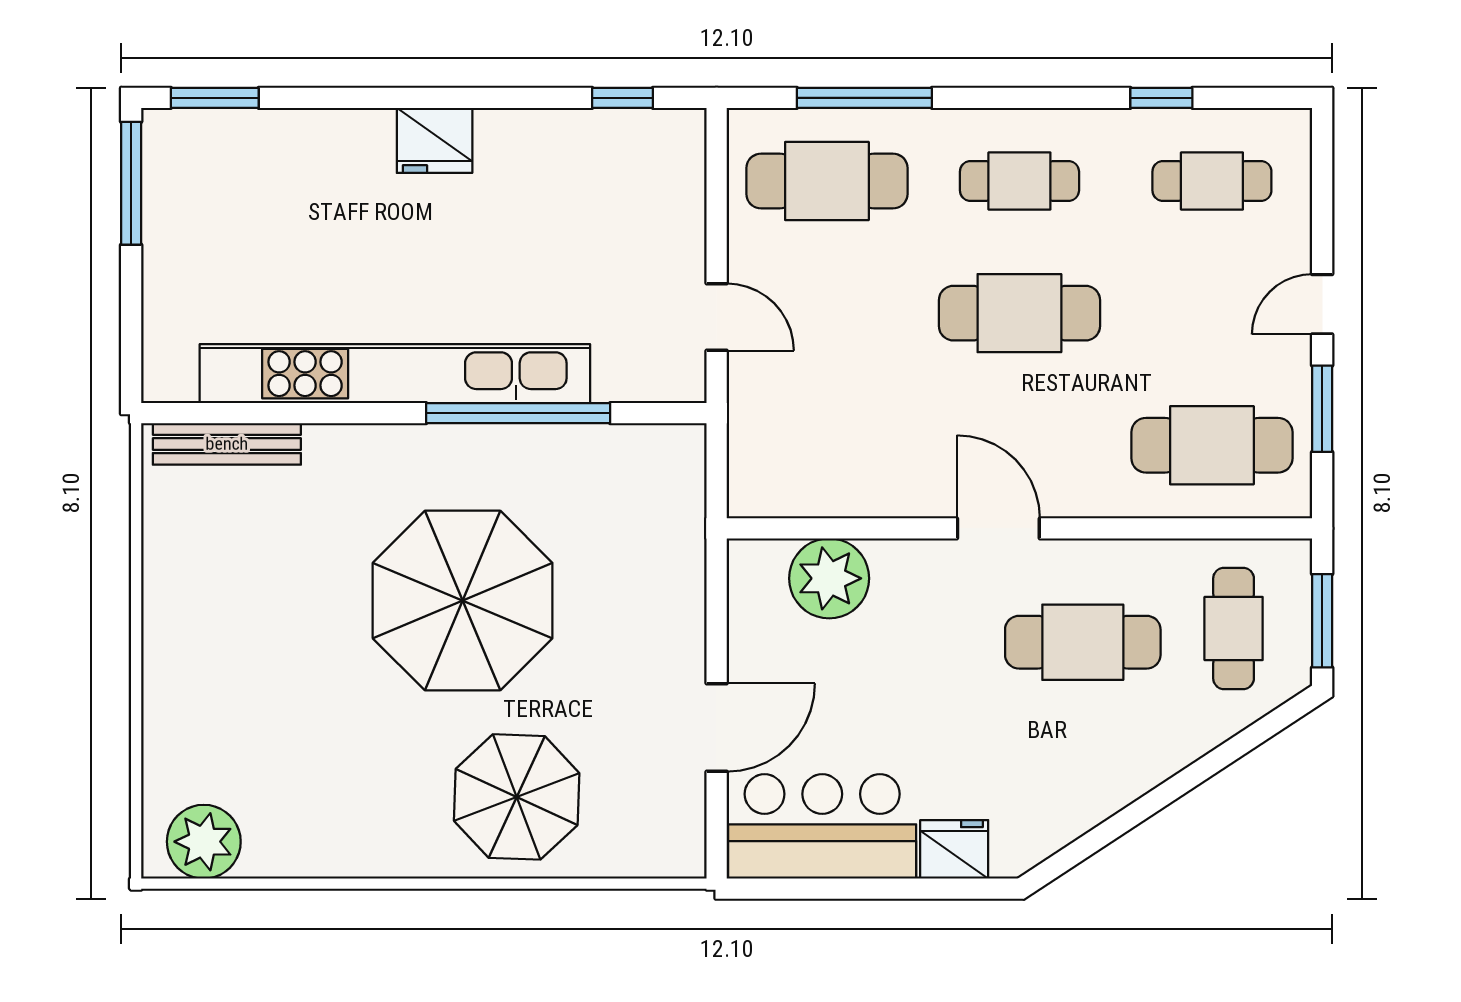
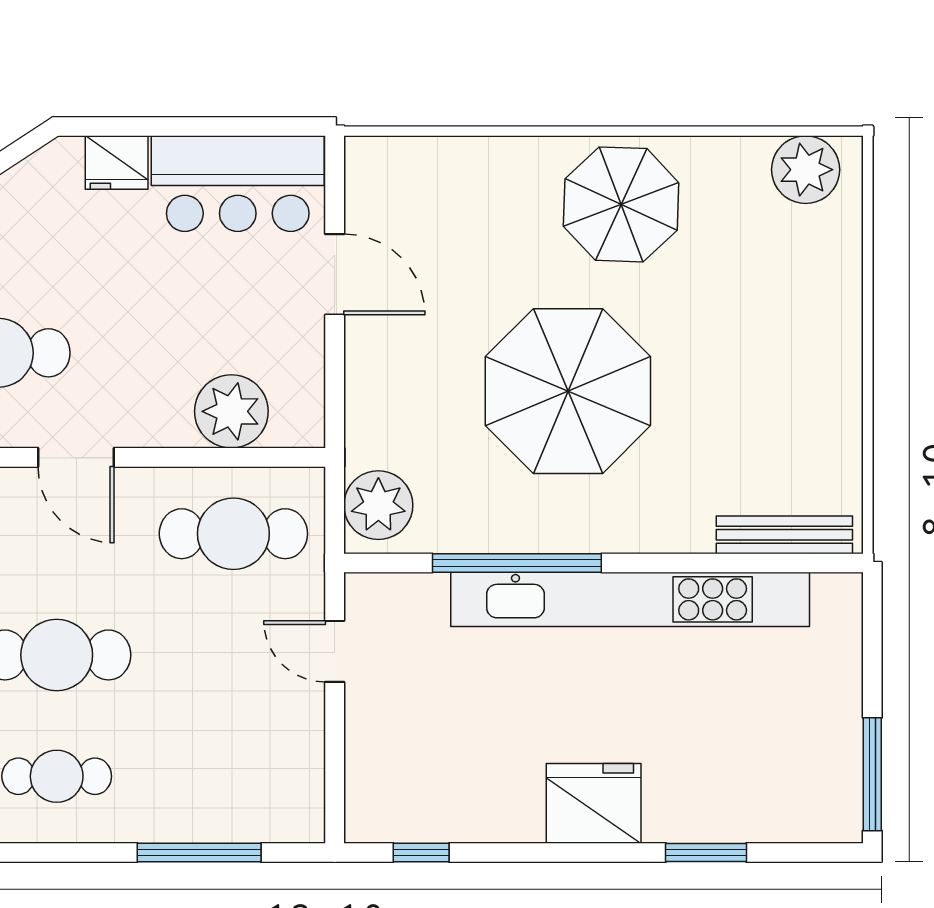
window: (215, 98) -> (706, 853), moved
fridge: (435, 140) -> (594, 803), width x1.36, depth x1.34
cafe table: (827, 181) -> (233, 534), moved
plant: (669, 476) -> (378, 505), added
door: (717, 728) -> (335, 274), swing flipped
parasol: (517, 797) -> (621, 204), moved

